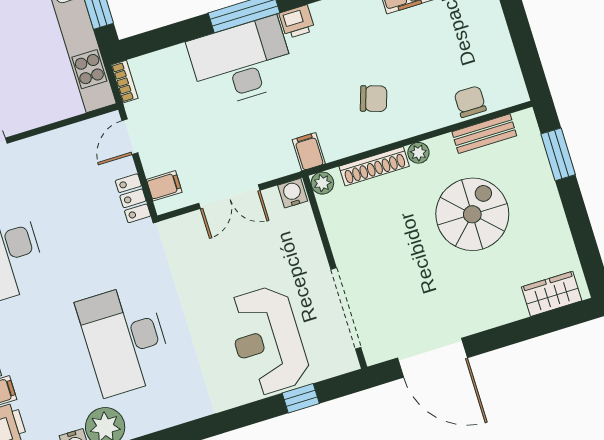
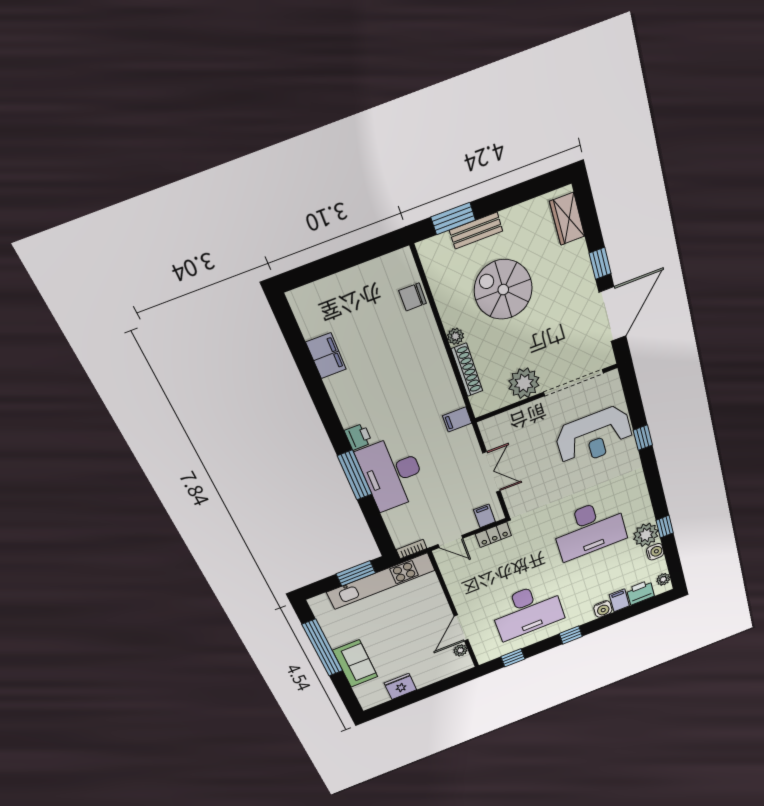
chair: (374, 99) -> (414, 374), removed
bench: (484, 134) -> (476, 231), moved, turned 90
plant: (322, 183) -> (524, 383), moved, width x1.88, depth x1.88
water cooler: (293, 193) -> (488, 428), removed
window: (497, 338) -> (600, 263), added
window: (301, 398) -> (643, 438), moved

